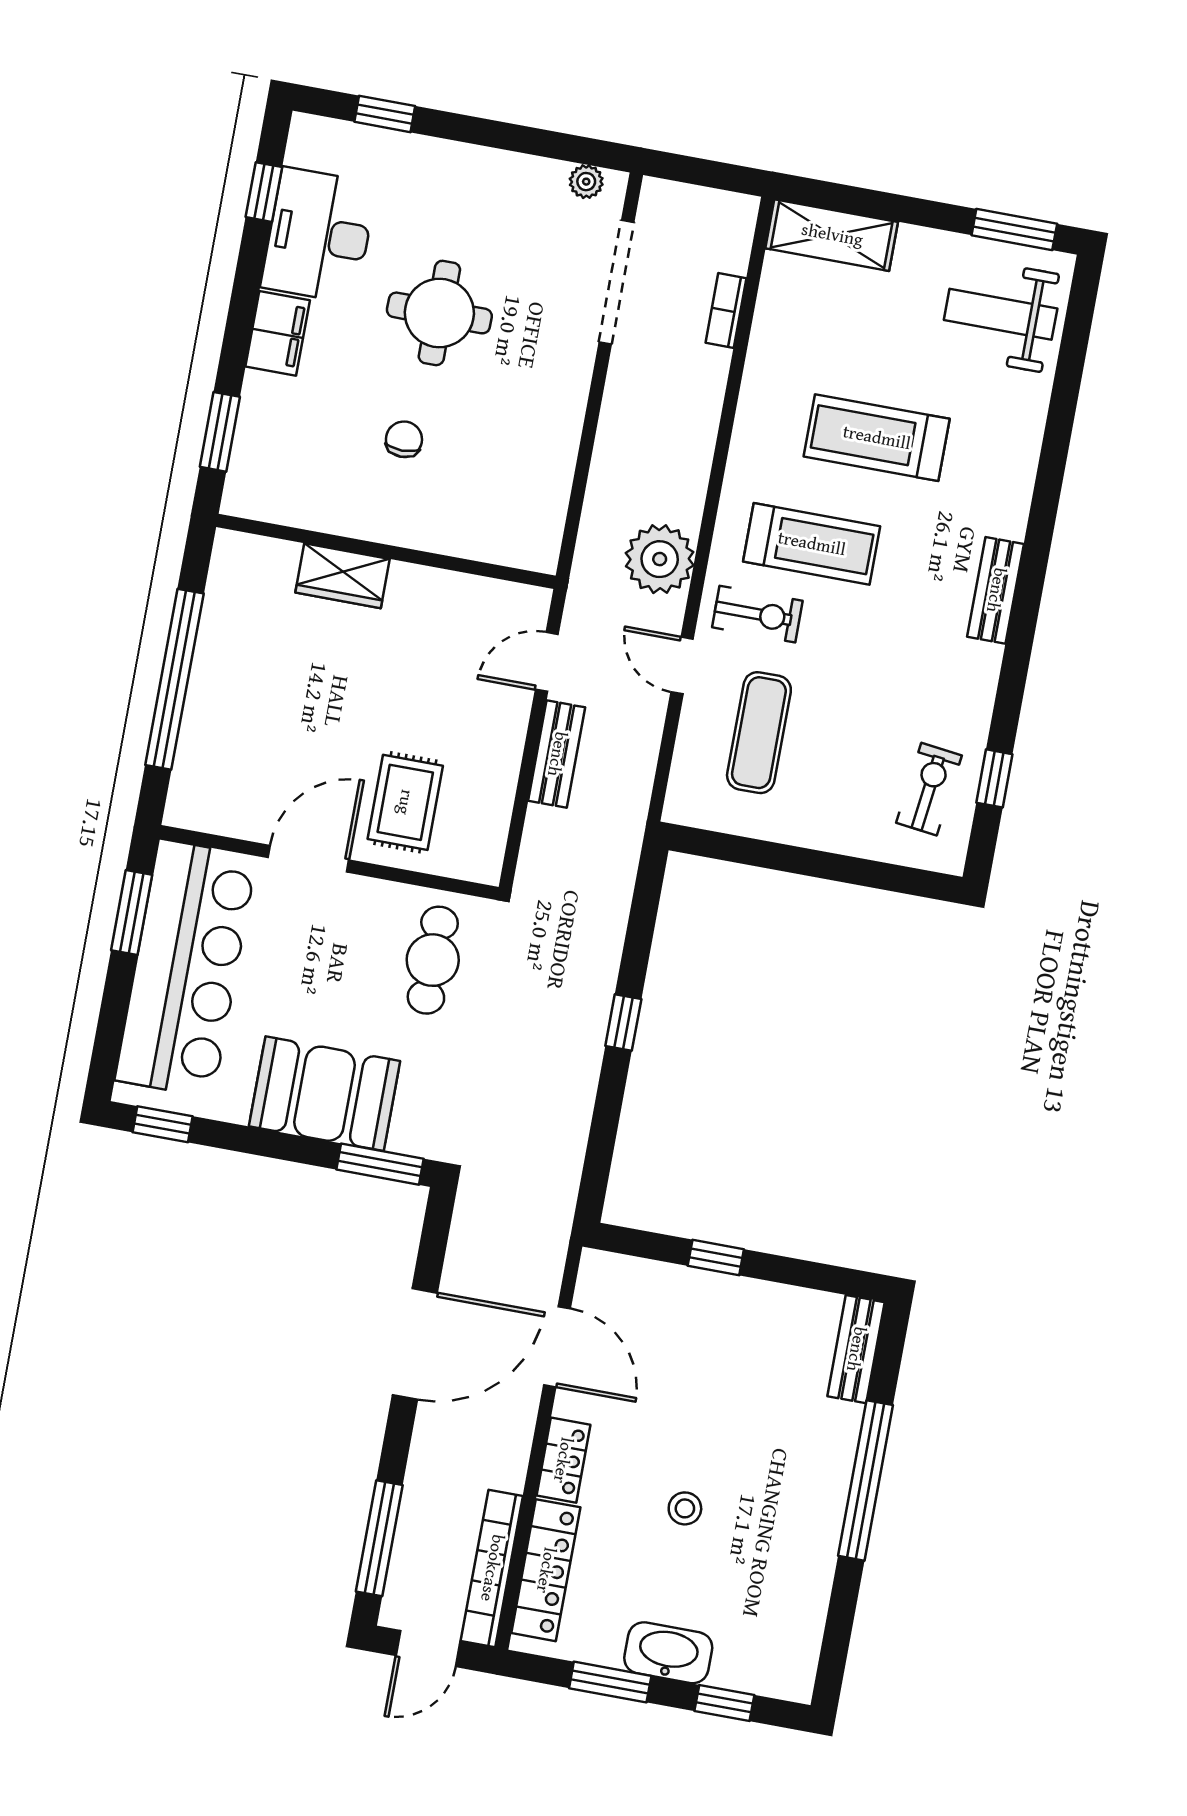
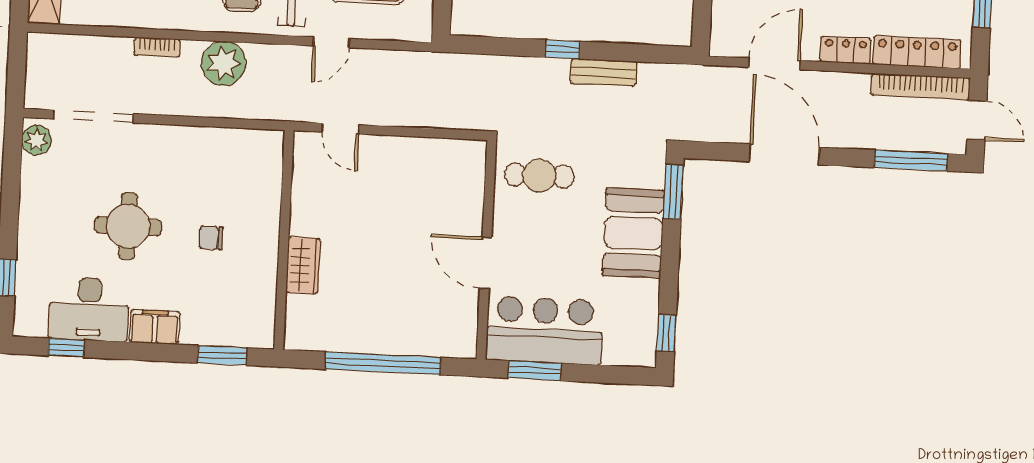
plant: (586, 182) -> (36, 140), width x1.38, depth x1.38
bookcase: (726, 311) -> (157, 47), moved
plant: (660, 559) -> (224, 63), moved
bench: (557, 754) -> (603, 72), moved
rug: (405, 802) -> (442, 206), removed
bar counter: (186, 968) -> (544, 330), width x0.73

